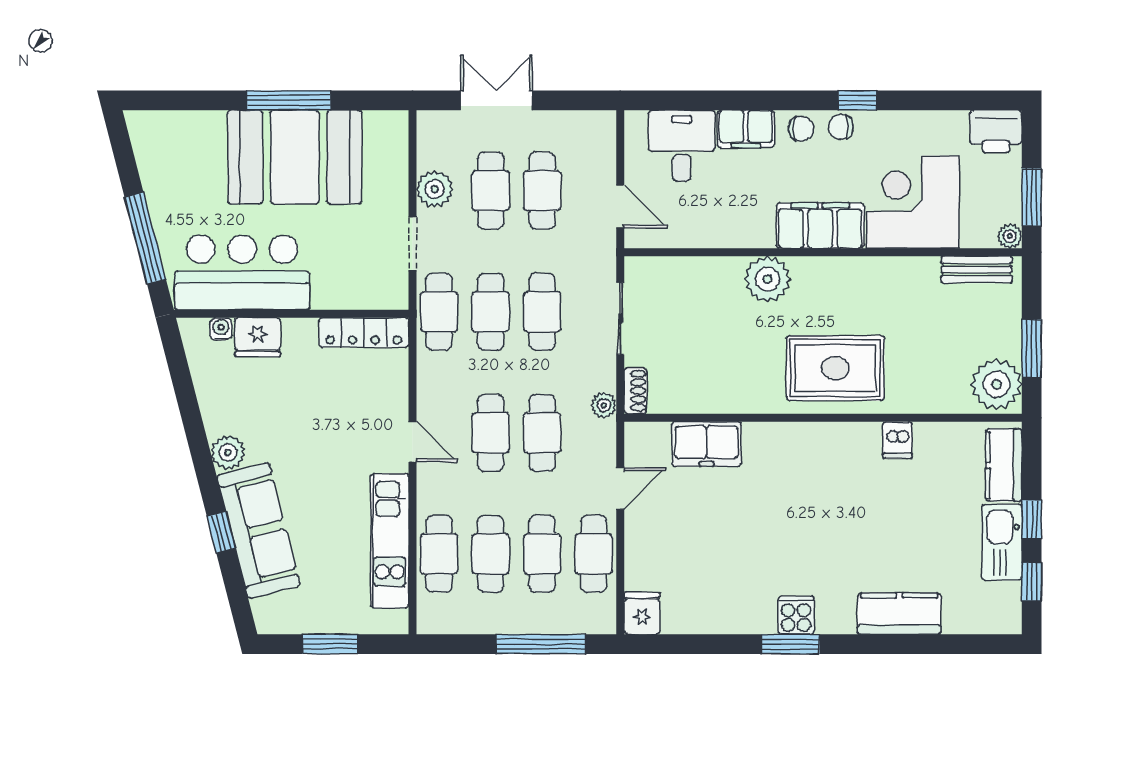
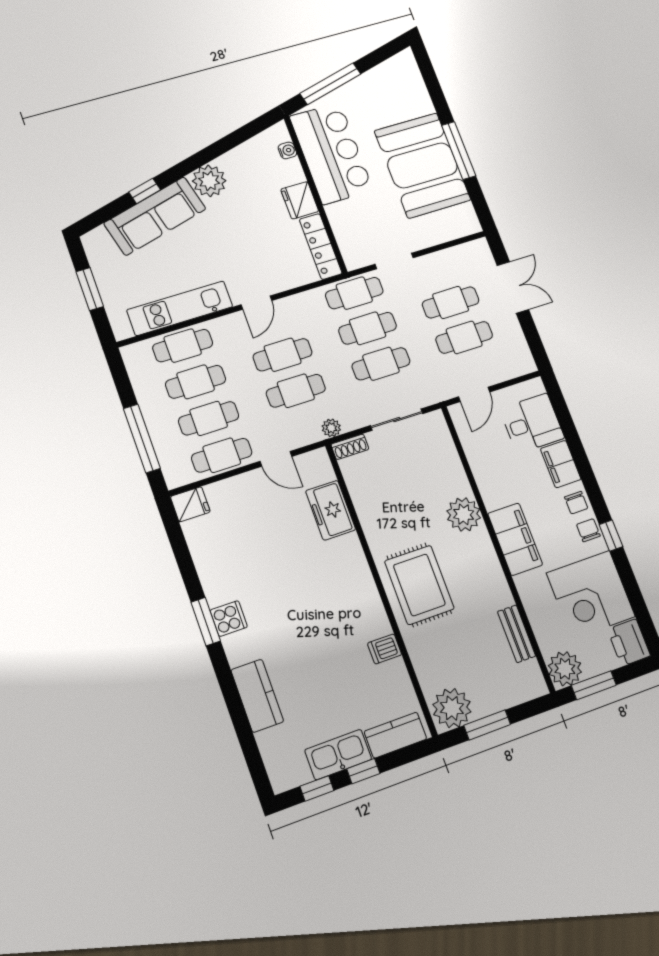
plant: (435, 189) -> (437, 264), removed
corner desk: (913, 202) -> (591, 595), moved, turned 180
plant: (1010, 236) -> (565, 669), width x1.88, depth x1.88
bench: (976, 270) -> (517, 634), moved
fridge: (258, 337) -> (300, 200), moved
plant: (228, 453) -> (209, 181), width x1.36, depth x1.36

